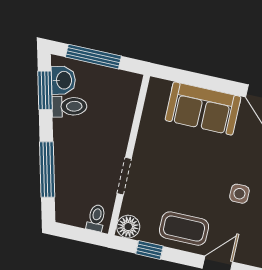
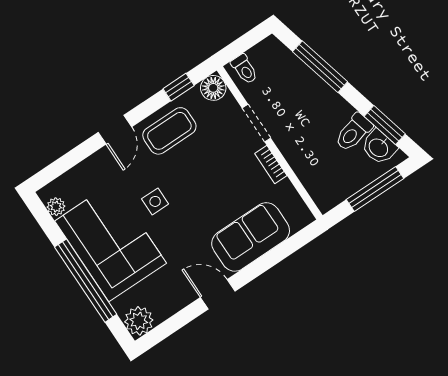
bookcase: (143, 141) -> (271, 165), added

